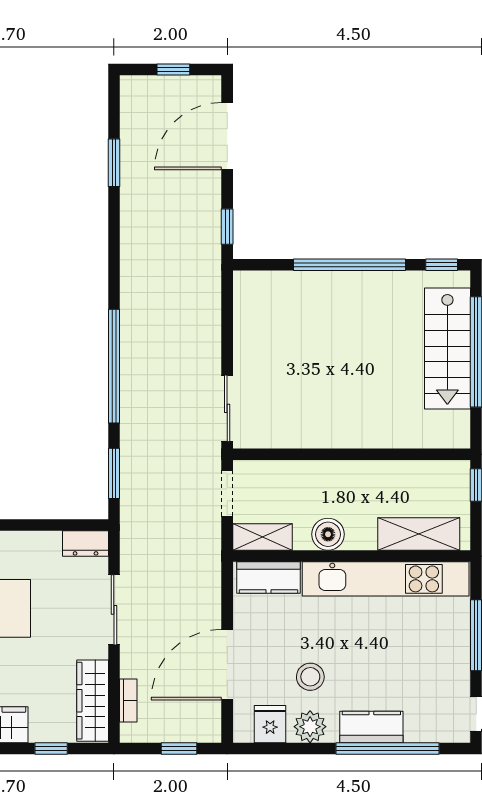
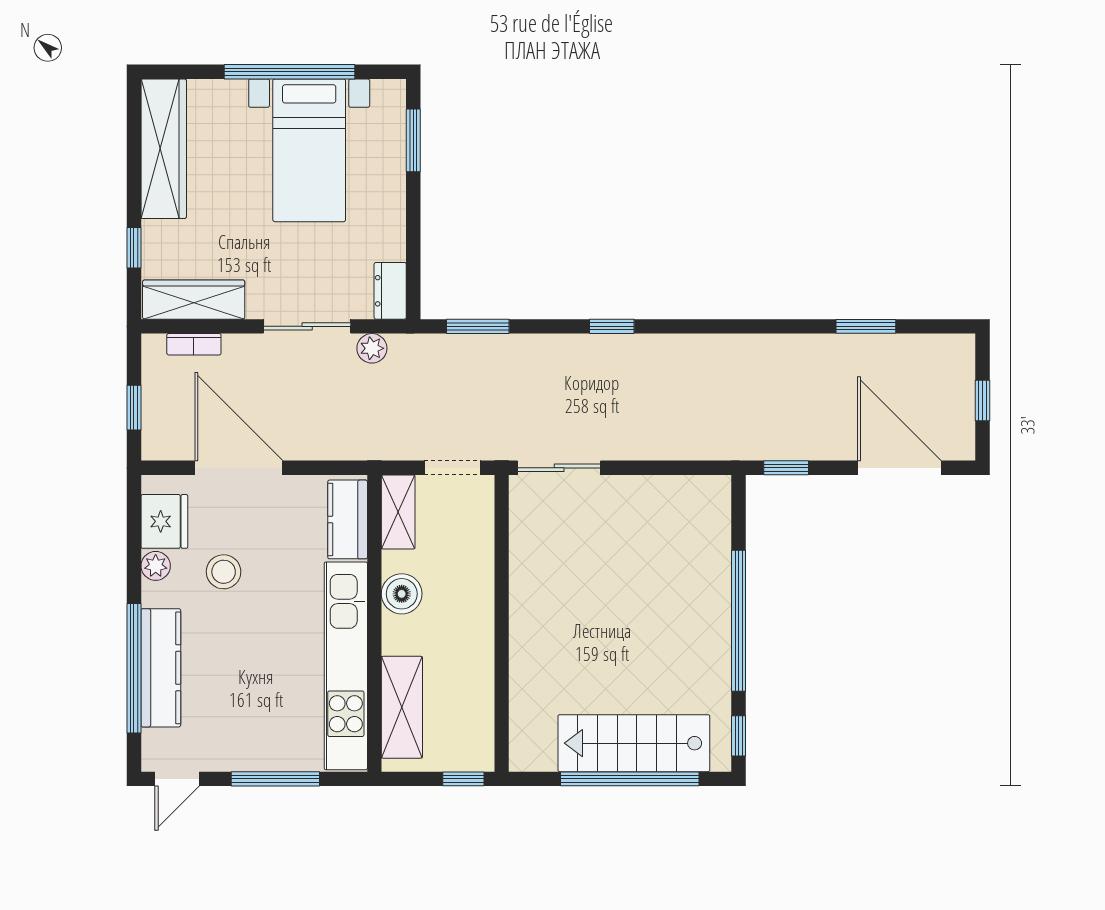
window: (114, 366) -> (612, 326), width x0.32
plant: (132, 558) -> (372, 348), added
fridge: (270, 724) -> (164, 521), width x1.38
plant: (310, 727) -> (156, 566), width x0.73, depth x0.73
kitchen counter: (371, 727) -> (161, 668), width x1.50

